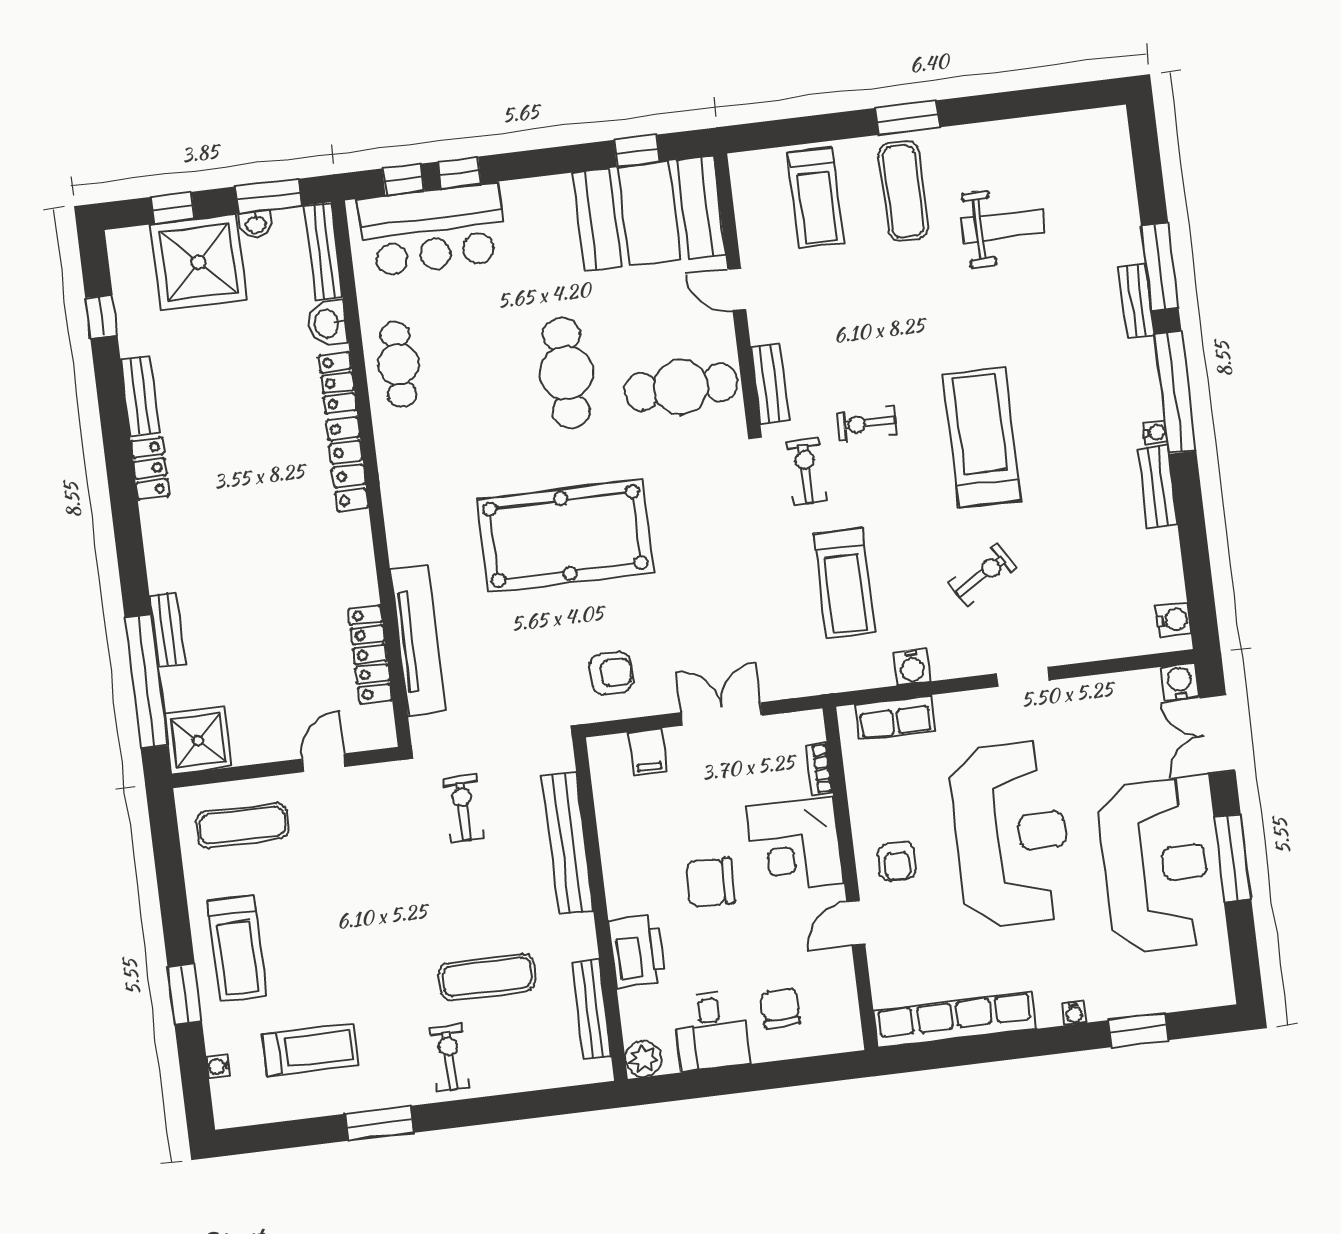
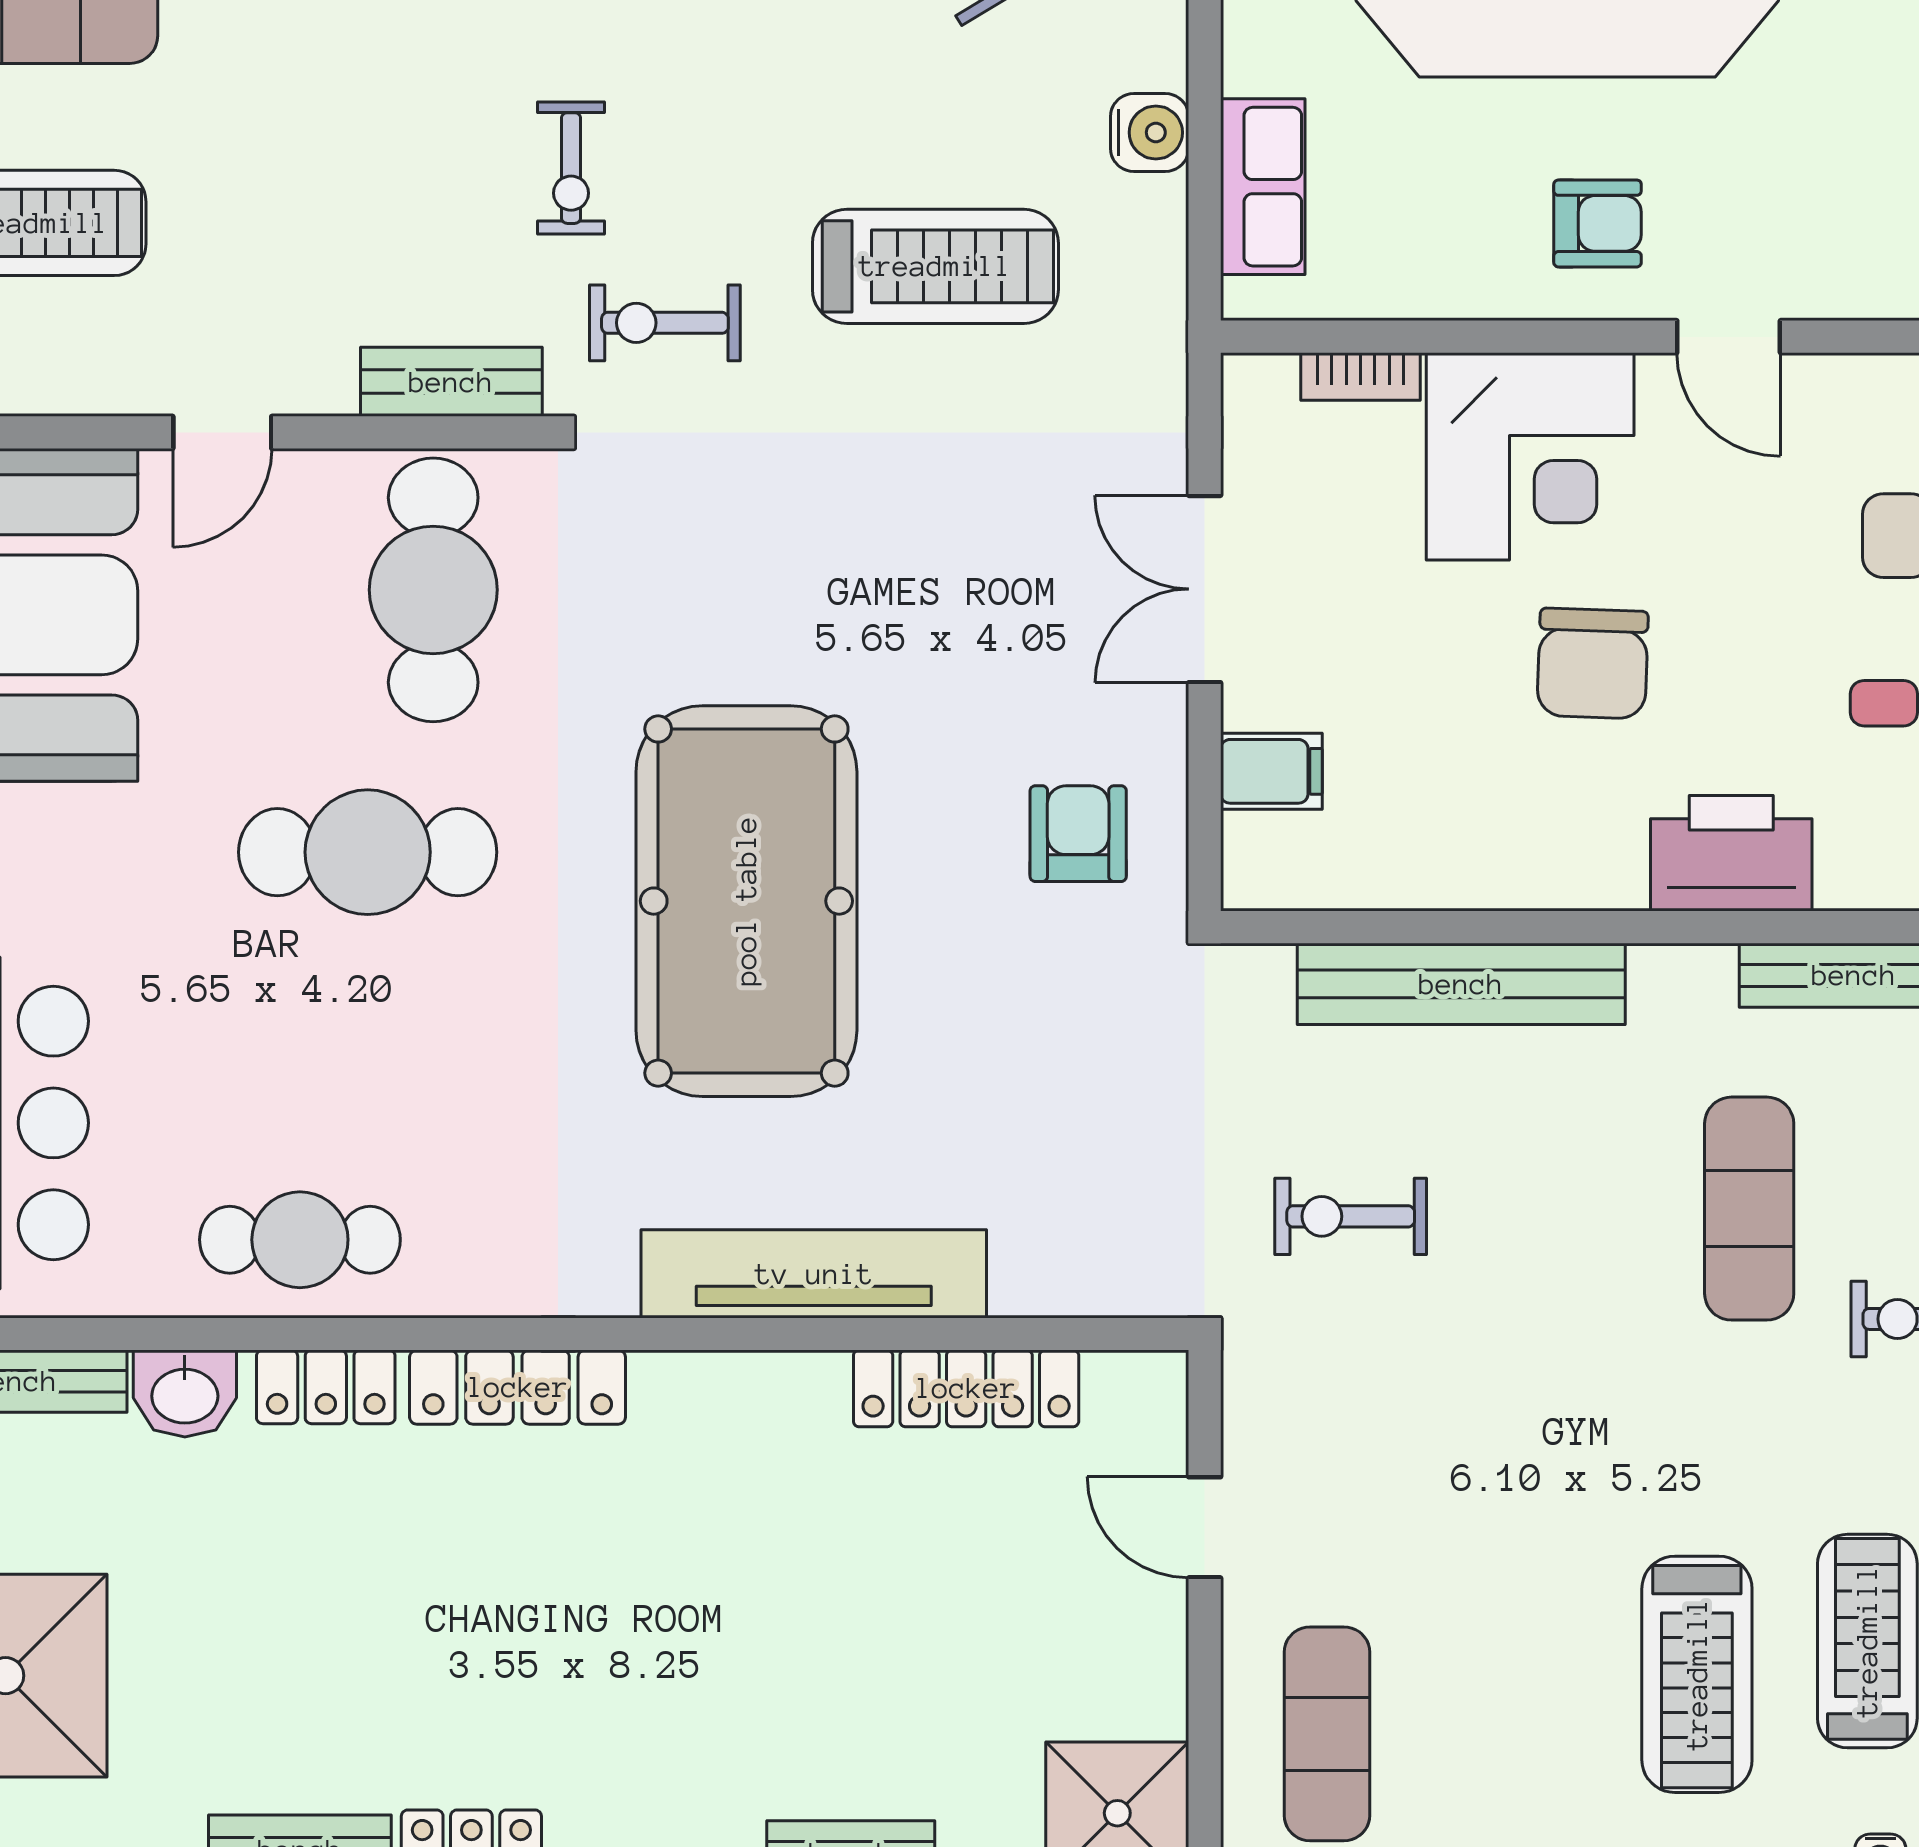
tv unit: (418, 641) -> (814, 1274), moved
treadmill: (237, 948) -> (1697, 1674), moved, turned 90

